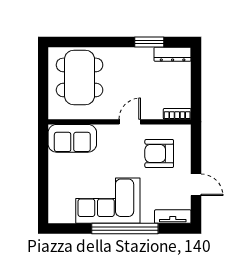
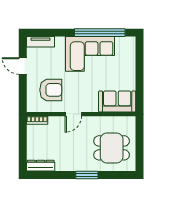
window: (149, 42) -> (87, 175), moved
dining table: (80, 77) -> (112, 148), width x0.73
window: (125, 229) -> (100, 33), moved

